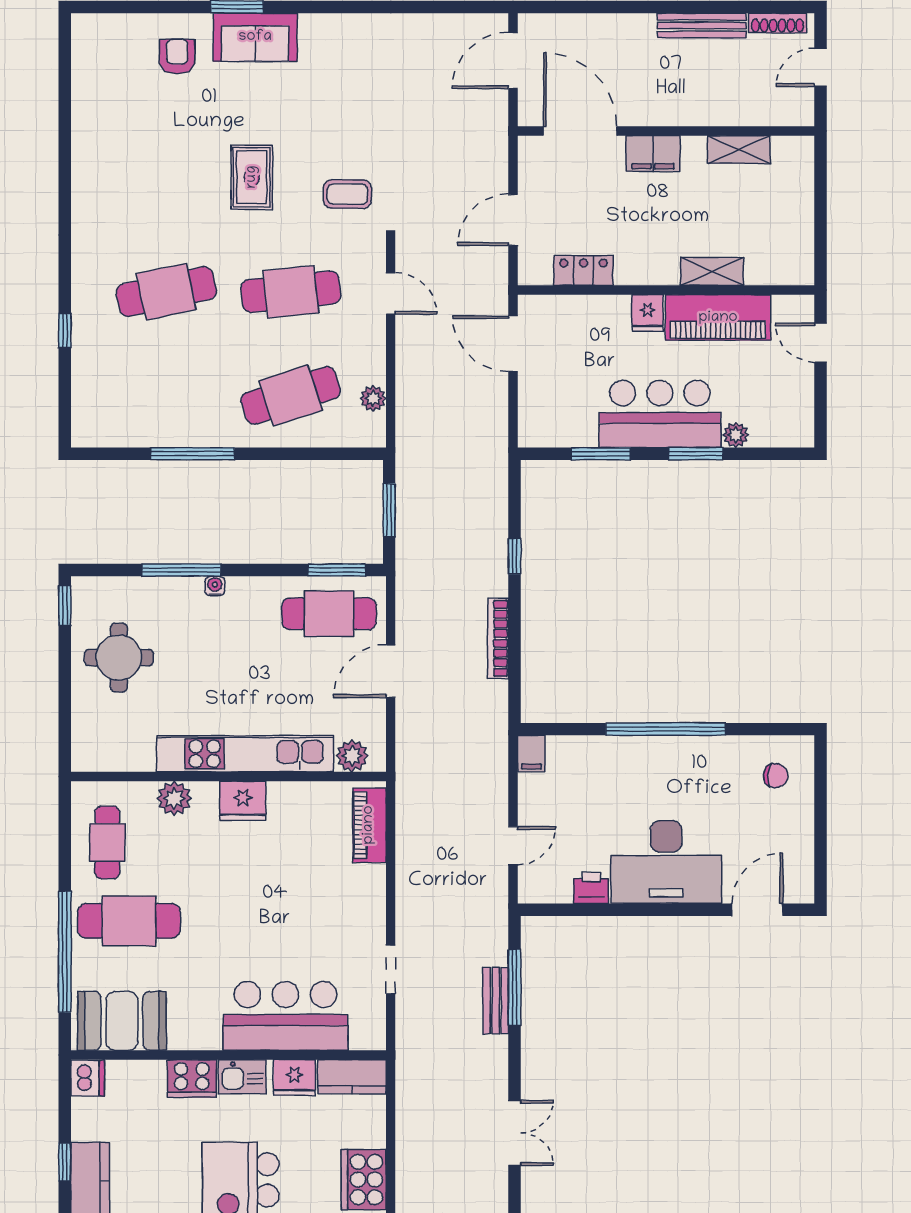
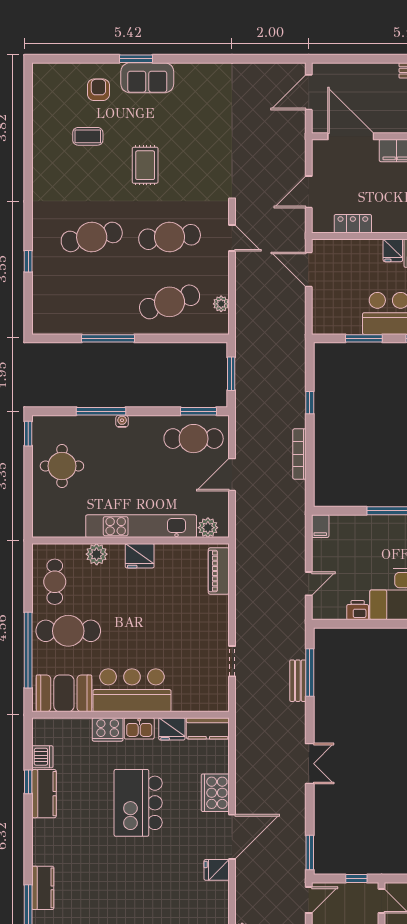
coffee table: (347, 194) -> (88, 136), moved
bar counter: (286, 1016) -> (132, 690), moved
dishwasher: (88, 1078) -> (42, 757), moved

